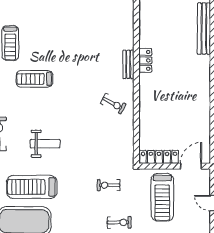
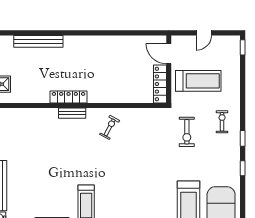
locker: (145, 60) -> (69, 97), width x1.53
weight bench: (45, 144) -> (147, 192), removed
exercise bike: (109, 185) -> (187, 132), width x1.38, depth x1.39

